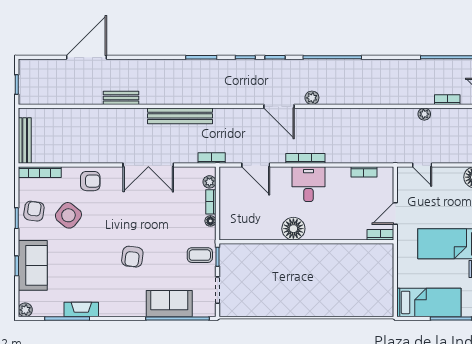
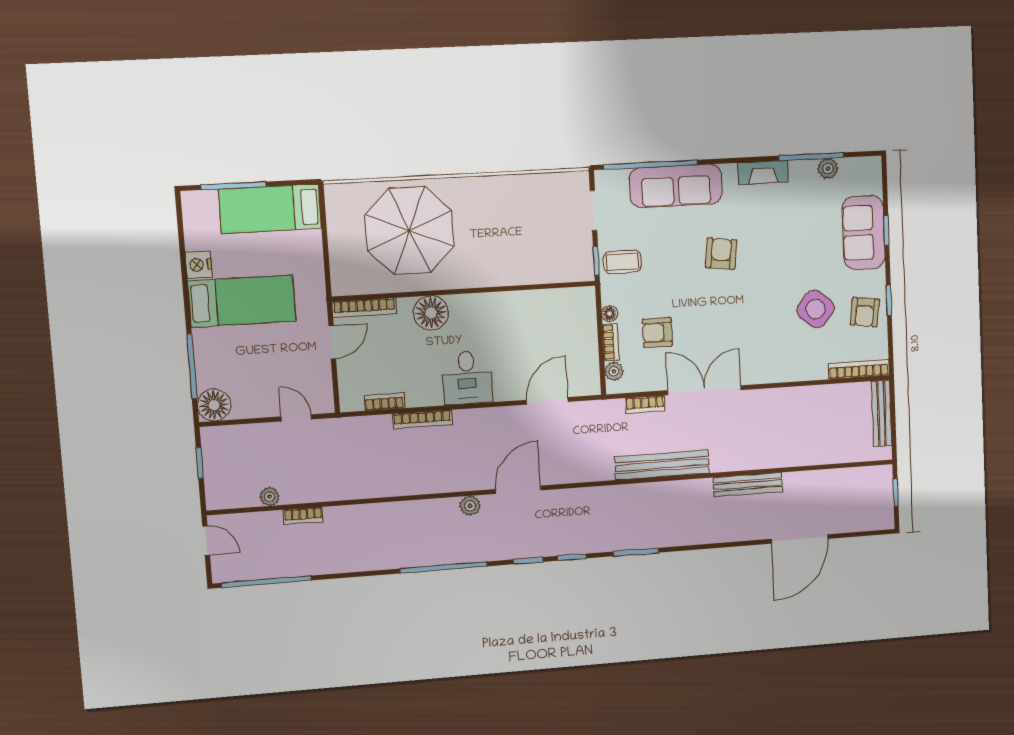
bench: (121, 98) -> (748, 485), width x1.36
bookcase: (447, 100) -> (303, 516), moved
door: (279, 106) -> (518, 490), hinge flipped
plant: (424, 114) -> (270, 497), moved
bookcase: (212, 158) -> (645, 405), moved
bookcase: (305, 158) -> (422, 419), moved
door: (256, 165) -> (547, 401), hinge flipped
armchair: (90, 181) -> (657, 332), moved
floor lamp: (293, 229) -> (431, 313), moved
bookcase: (380, 235) -> (364, 308), width x1.56
parasol: (340, 284) -> (409, 230), added
sofa: (169, 304) -> (676, 186), width x1.36
plant: (25, 310) -> (828, 169), moved
fireplace: (81, 310) -> (763, 172), moved

